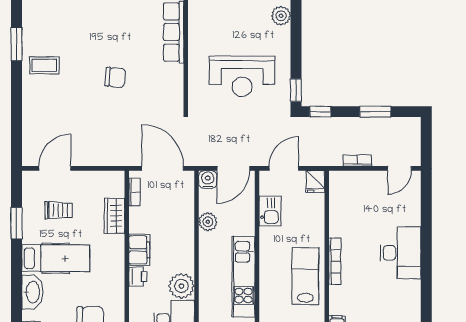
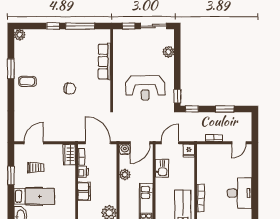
wardrobe: (114, 216) -> (69, 154), moved
printer: (138, 277) -> (83, 172), moved

